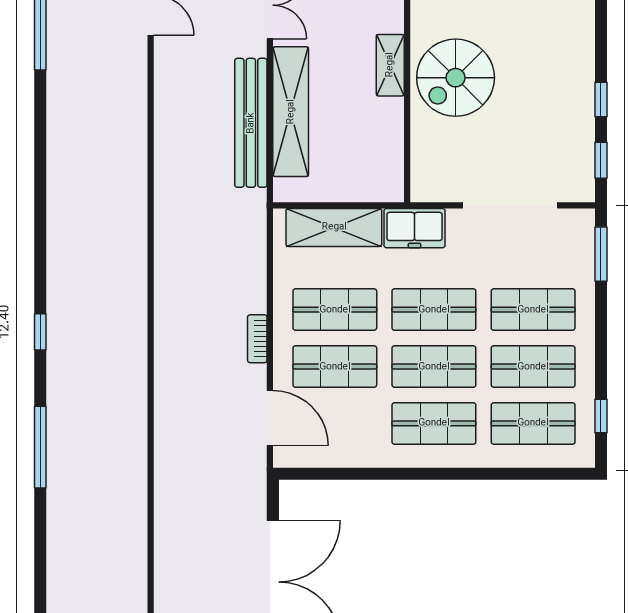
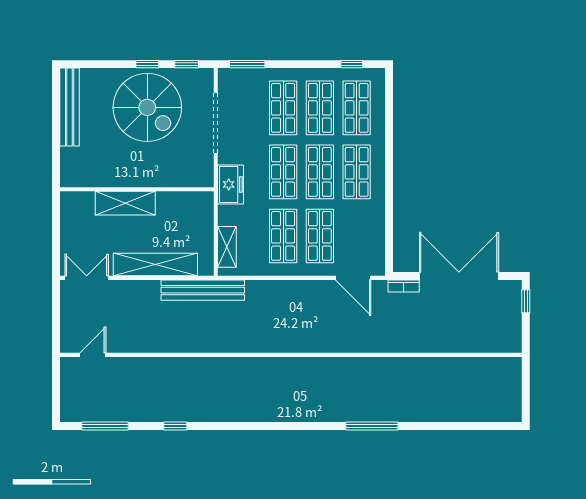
shelving: (390, 65) -> (125, 203), width x1.50, depth x1.33
spiral stairs: (456, 78) -> (147, 107), moved, width x1.37, depth x1.37
bench: (251, 123) -> (203, 290), moved
shelving: (334, 227) -> (227, 247), width x0.67, depth x0.75
window: (40, 332) -> (175, 426), moved
bookcase: (257, 339) -> (404, 286), moved
door: (270, 418) -> (353, 278), swing flipped

